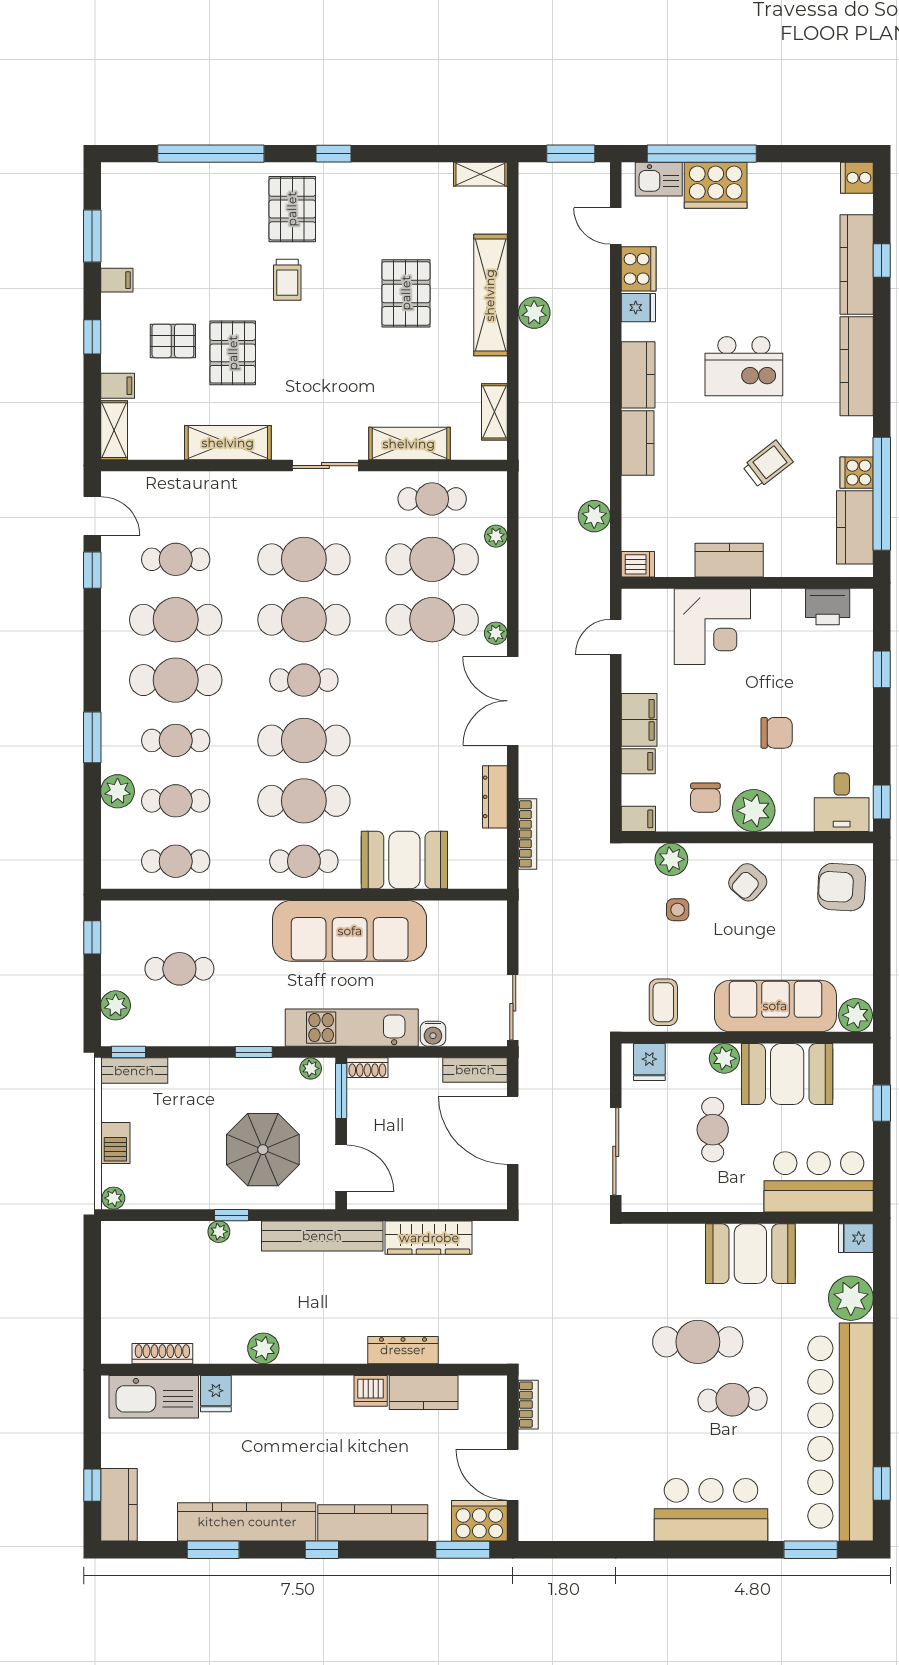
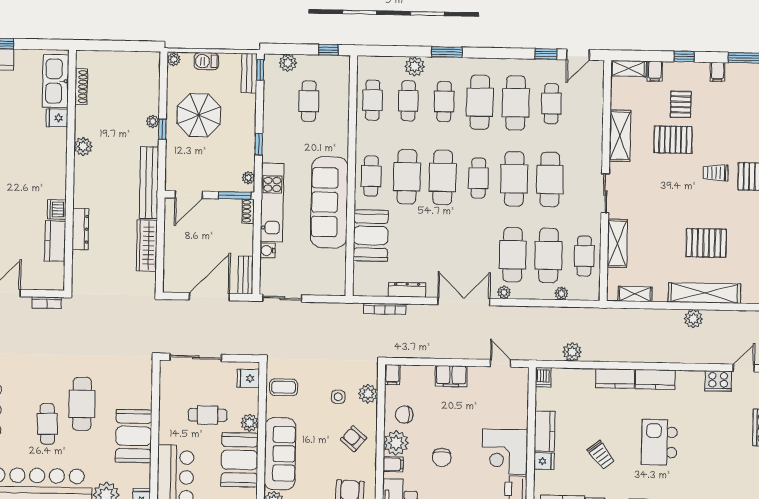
fridge: (638, 308) -> (544, 461), moved, turned -90
corner desk: (712, 627) -> (505, 452), moved
filing cabinet: (638, 761) -> (393, 464), moved, turned -90
parasol: (263, 1150) -> (199, 115), moved

